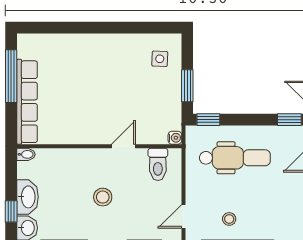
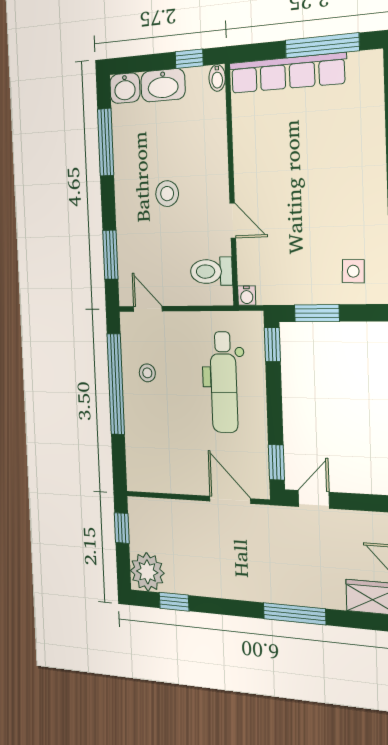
window: (11, 211) -> (189, 59), moved

